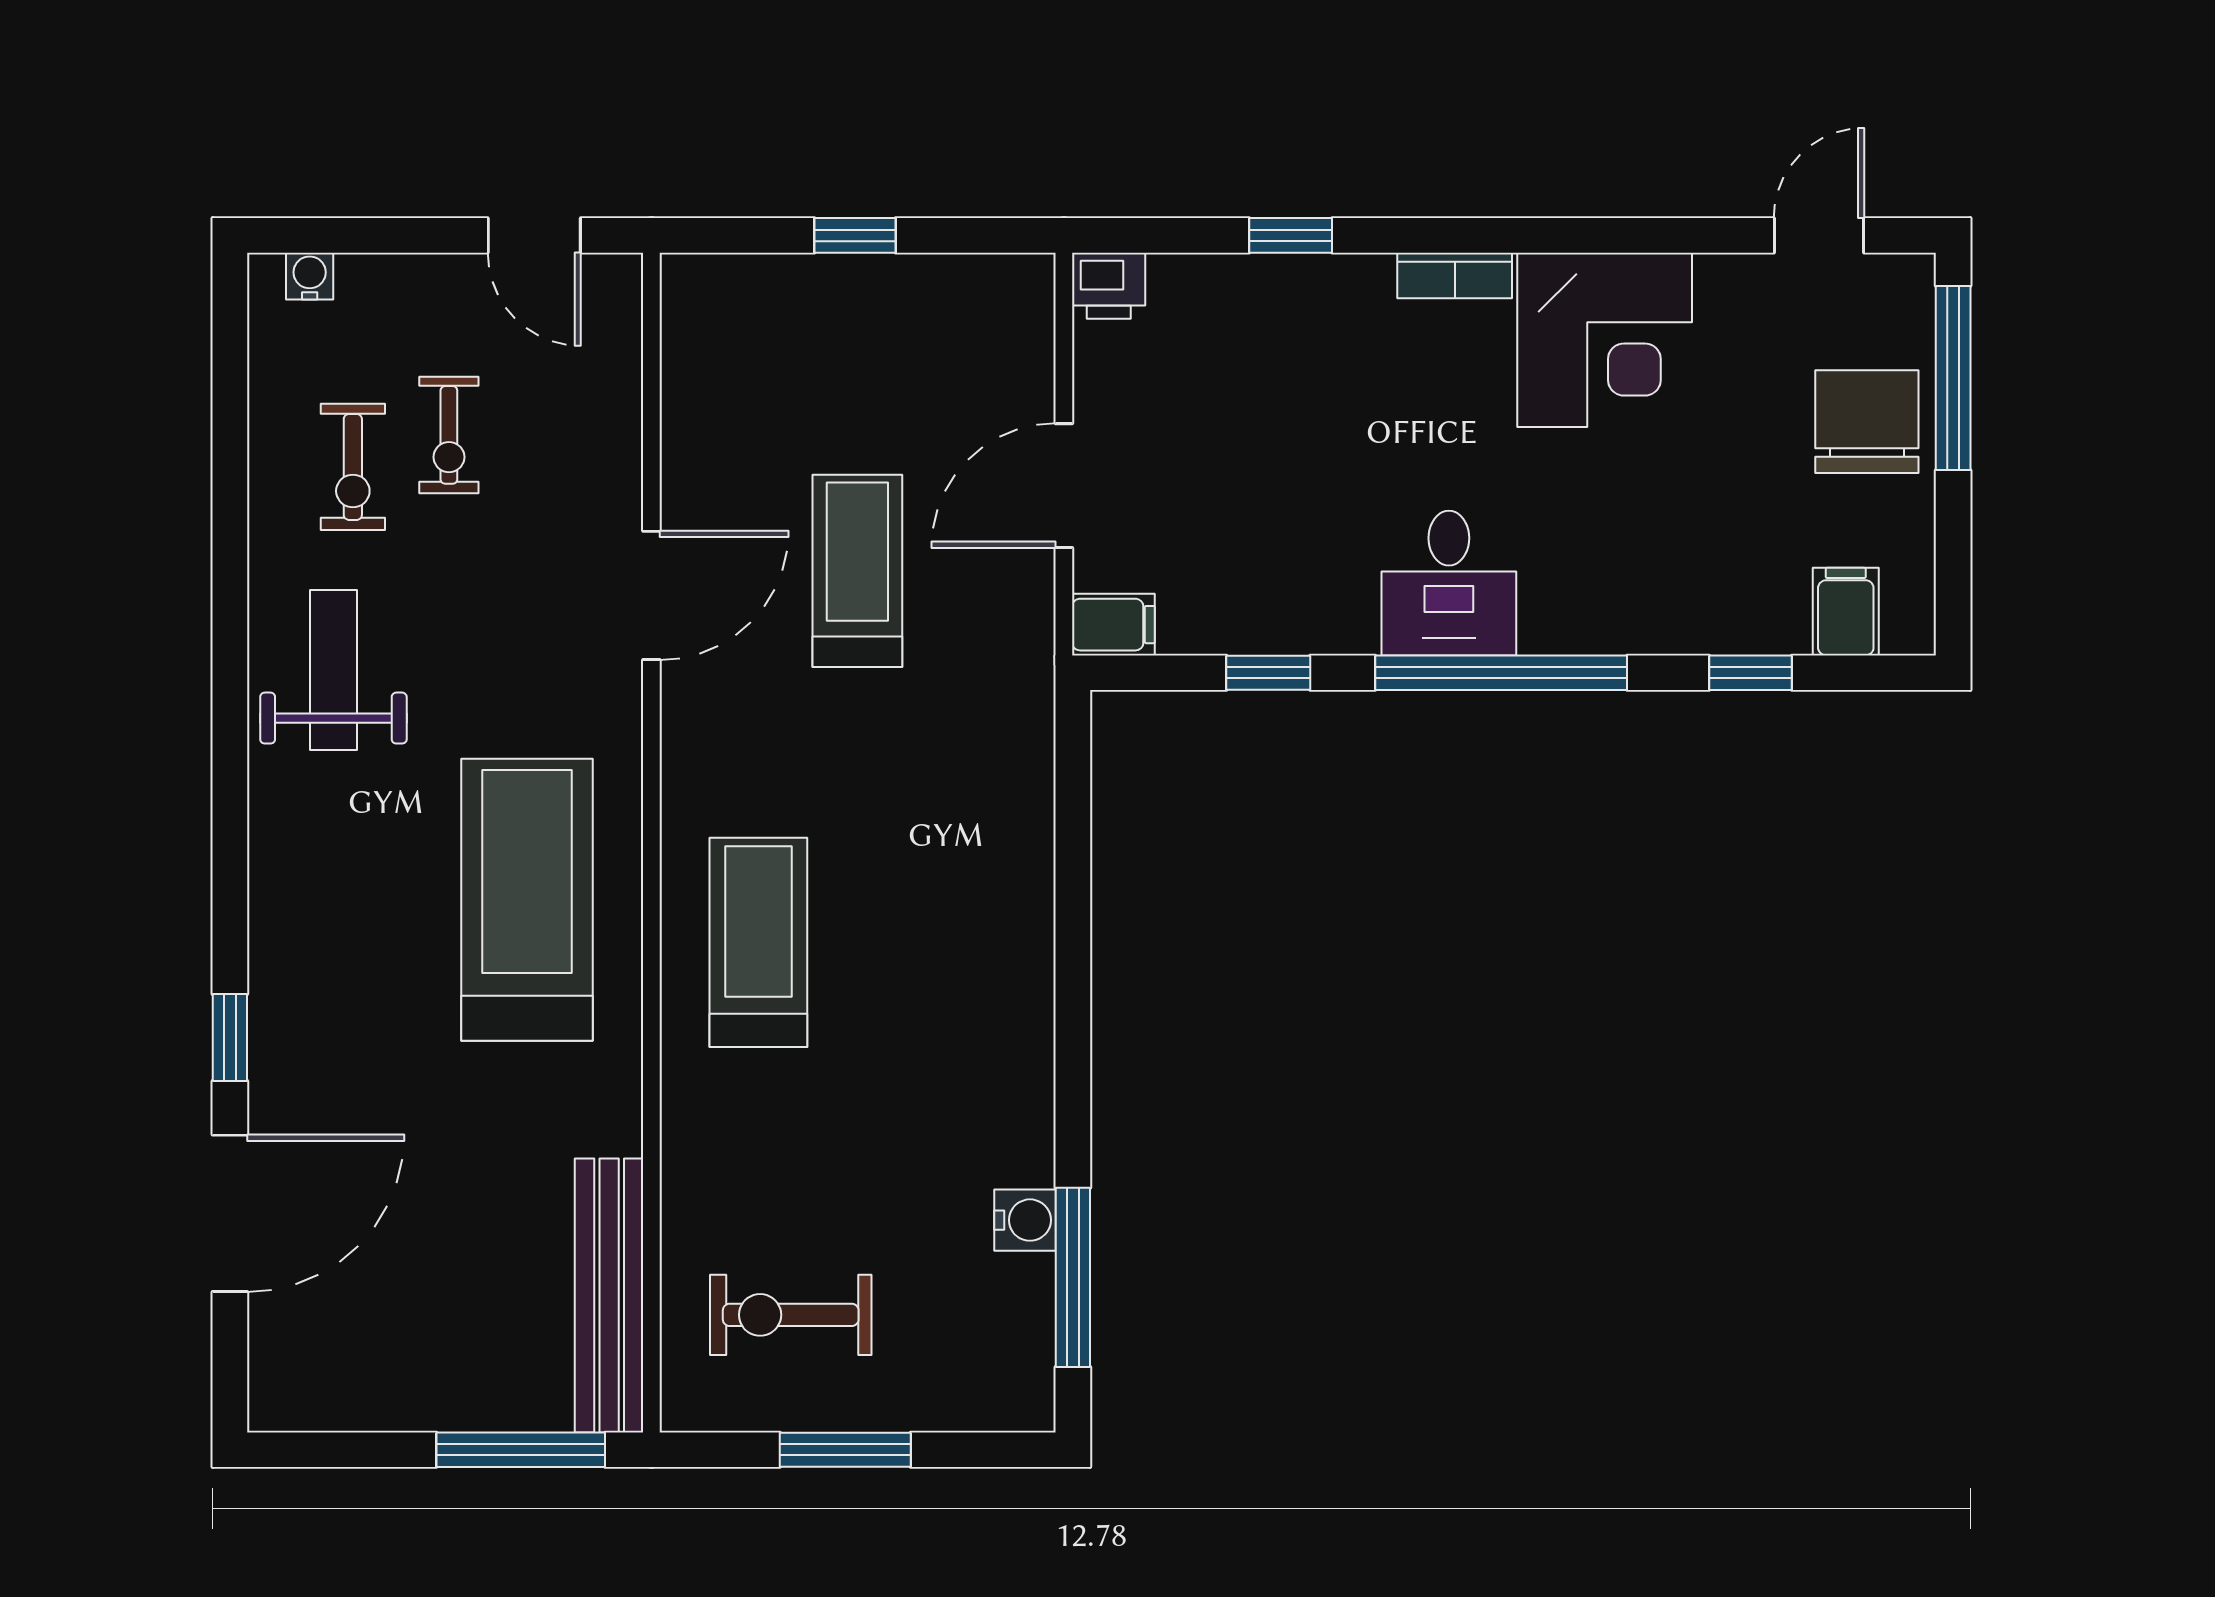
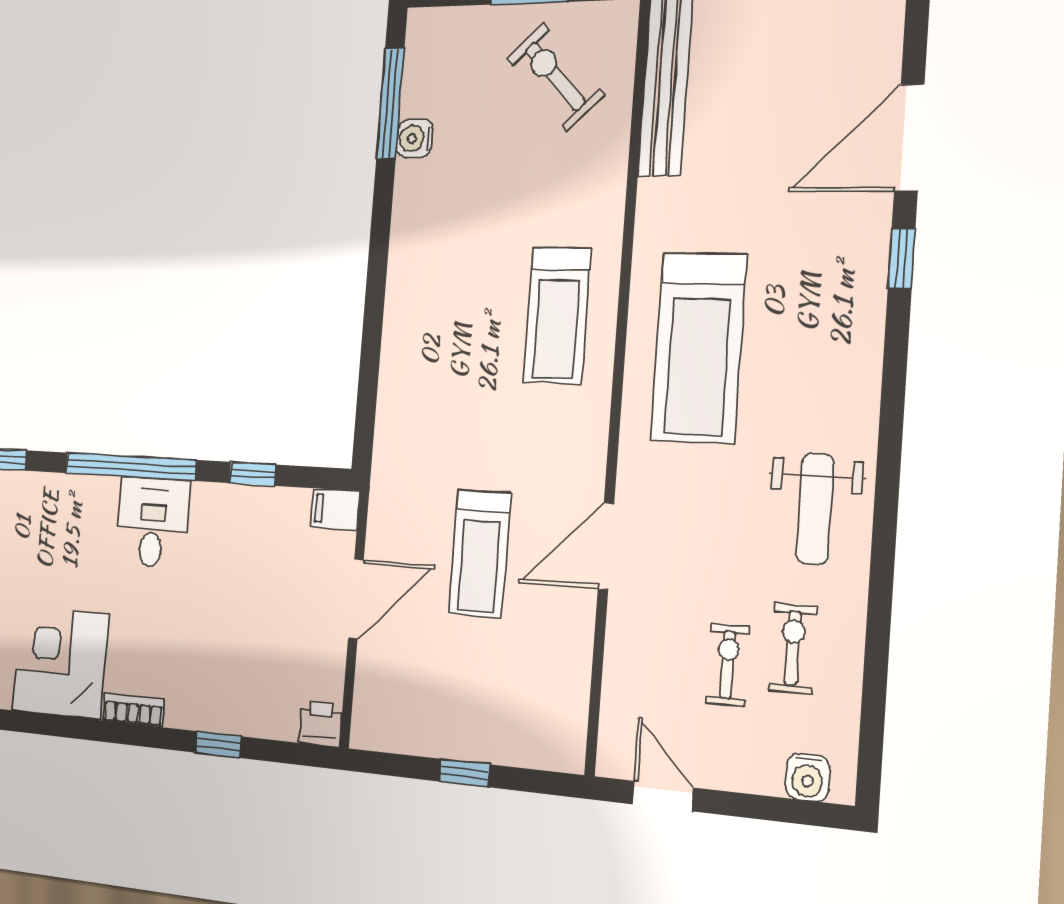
water cooler: (310, 276) -> (808, 777), width x1.38, depth x1.38
exercise bike: (791, 1315) -> (555, 77), turned -134

